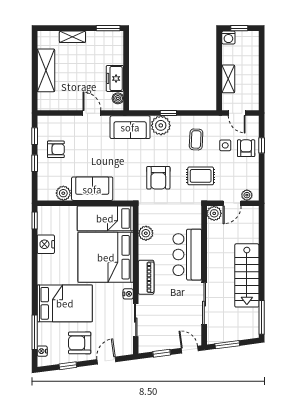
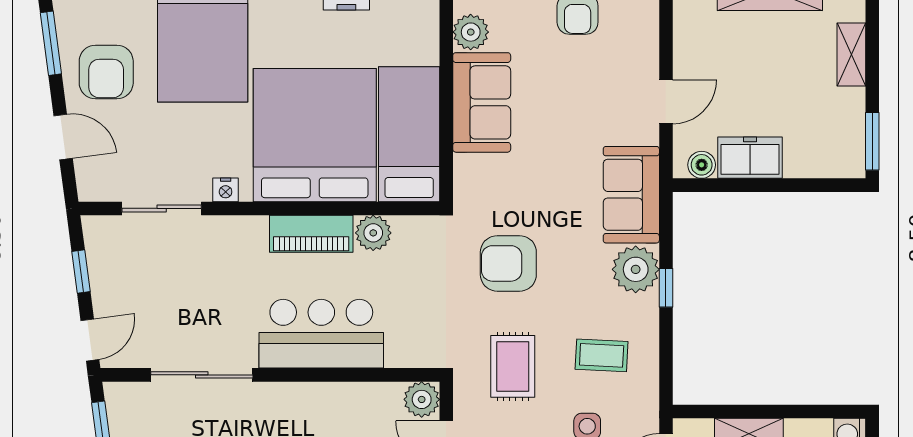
piano: (146, 277) -> (311, 234), moved
armchair: (80, 343) -> (106, 72), turned 180
window: (68, 366) -> (51, 43), width x1.50

